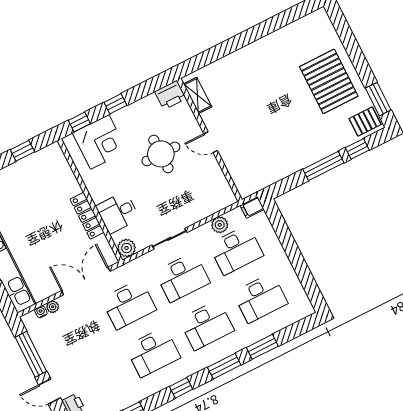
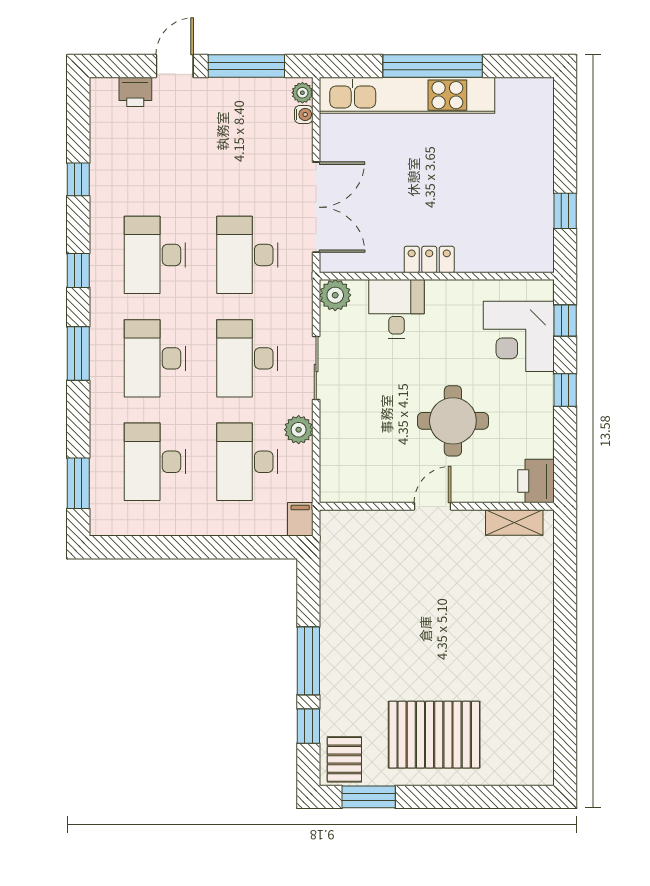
locker: (87, 216) -> (429, 260), width x0.66
plant: (220, 225) -> (299, 430), moved
plant: (53, 307) -> (302, 93), moved
window: (262, 347) -> (78, 483), moved

